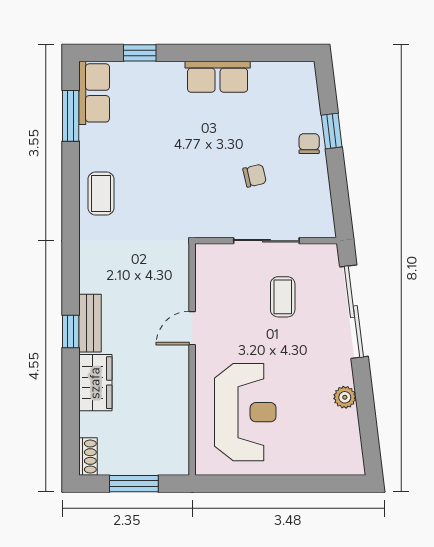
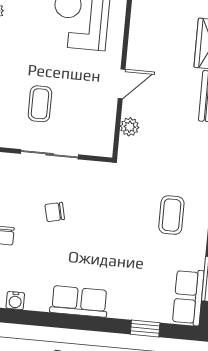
water cooler: (290, 71) -> (15, 301), added
coffee table: (101, 193) -> (171, 215), moved
plant: (179, 280) -> (130, 127), added

